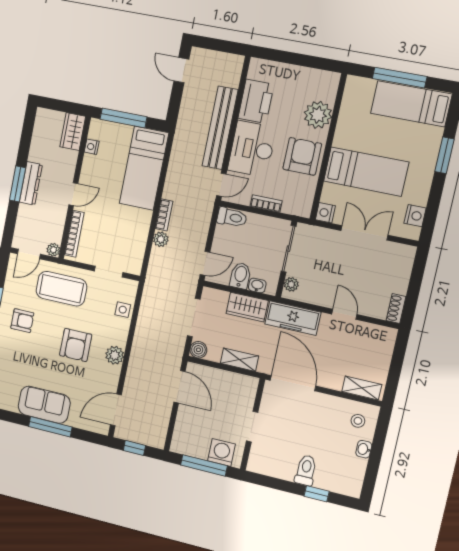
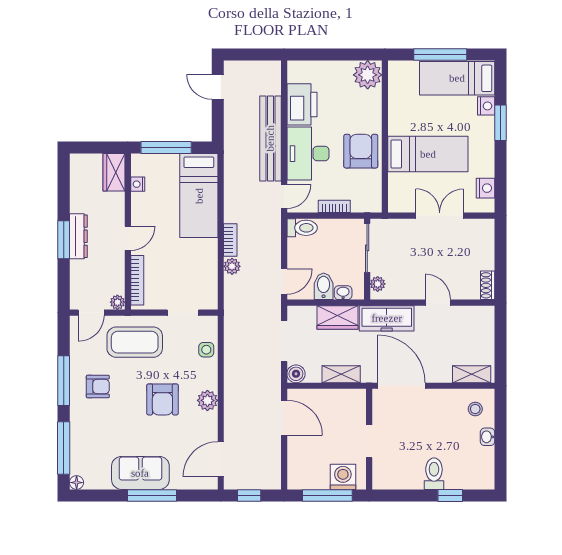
plant: (318, 115) -> (368, 75), moved
nightstand: (325, 213) -> (486, 106), moved, turned 180

